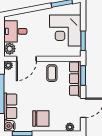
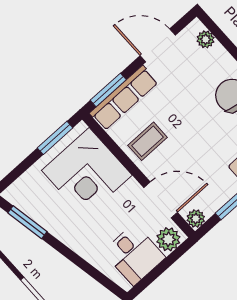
corner desk: (65, 31) -> (87, 173), moved, turned 90

